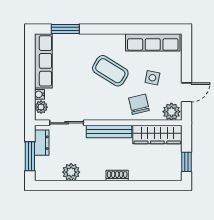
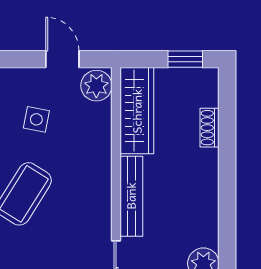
chair: (139, 104) -> (83, 143), removed
shoe rack: (117, 176) -> (210, 128), moved

